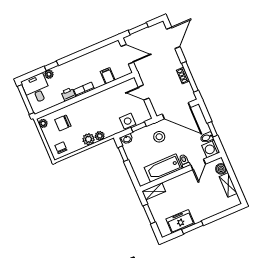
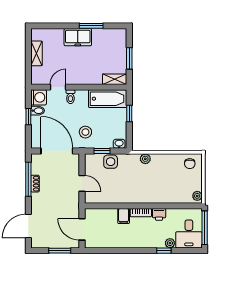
filing cabinet: (108, 76) -> (124, 216), moved
chair: (63, 123) -> (177, 188), removed
plant: (89, 139) -> (158, 160), removed
window: (123, 154) -> (129, 114), moved
bathtub: (163, 168) -> (108, 99), moved
boiler: (221, 169) -> (37, 73), removed
freezer: (180, 221) -> (78, 37), moved

